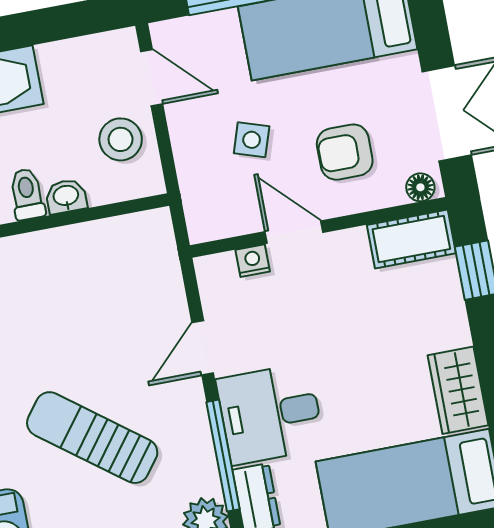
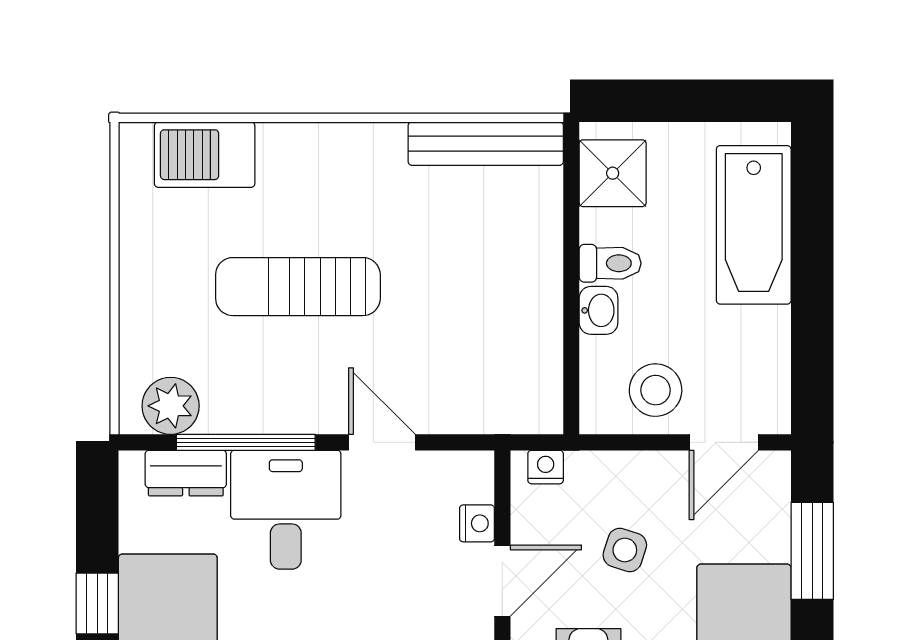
nightstand: (198, 215) -> (546, 467), added
sun lounger: (92, 438) -> (298, 287), turned -127

